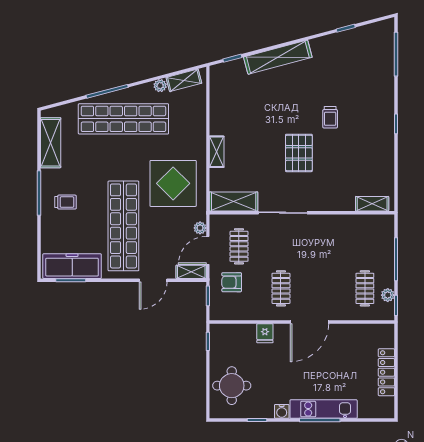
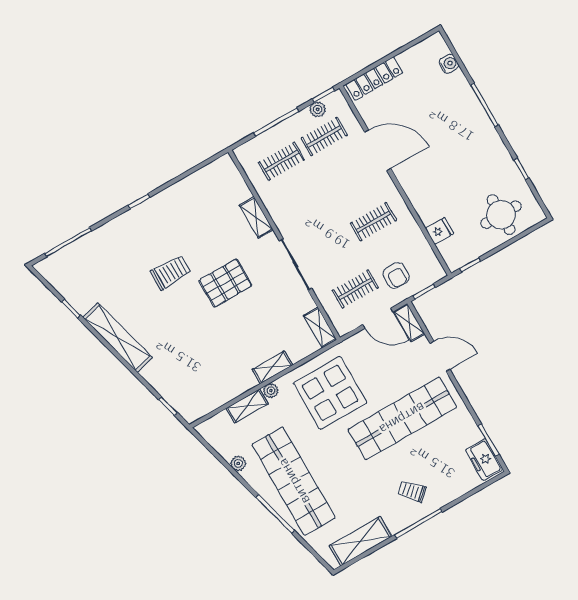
shelving: (278, 57) -> (117, 338), moved
shelving: (184, 80) -> (247, 406), moved, turned -75
trolley: (330, 117) -> (171, 272), width x1.36, depth x1.39
shelving: (234, 201) -> (320, 328), width x0.67, depth x0.75
trolley: (65, 202) -> (412, 491), turned -43
shelving: (372, 204) -> (256, 217), moved
plant: (200, 228) -> (271, 391), moved
clothes rail: (365, 246) -> (281, 161), added
freezer: (72, 266) -> (484, 460), width x0.52, depth x0.79
door: (310, 322) -> (378, 150), moved
fridge: (265, 333) -> (439, 231), moved
locker: (386, 372) -> (374, 79), moved
kitchen unit: (324, 409) -> (471, 108), removed
water cooler: (282, 411) -> (449, 64), moved

